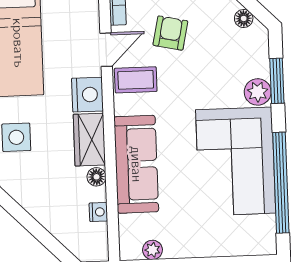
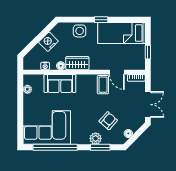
armchair: (170, 33) -> (108, 121), moved, turned -61
nightstand: (87, 95) -> (48, 42), moved, turned 135
corner sofa: (236, 161) -> (47, 128), moved
sofa: (136, 164) -> (60, 83), width x0.73

